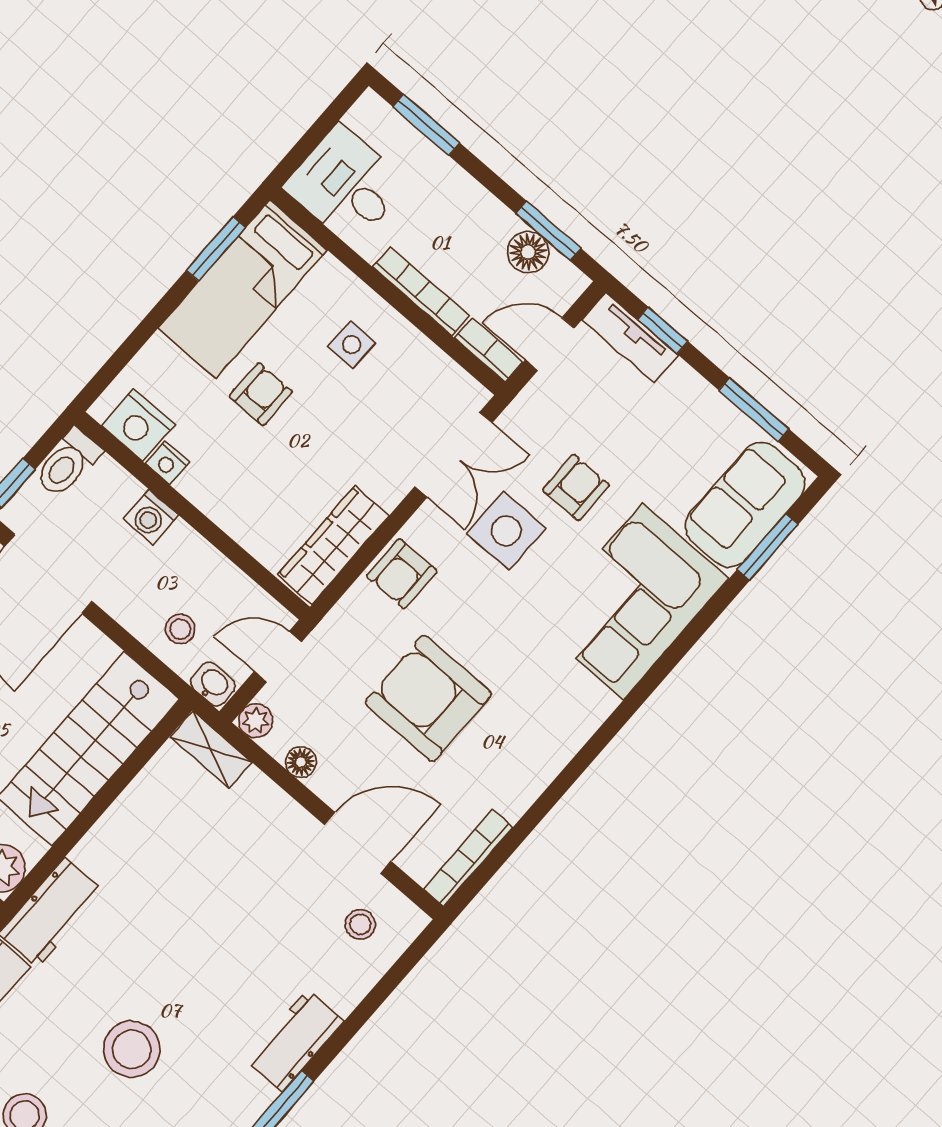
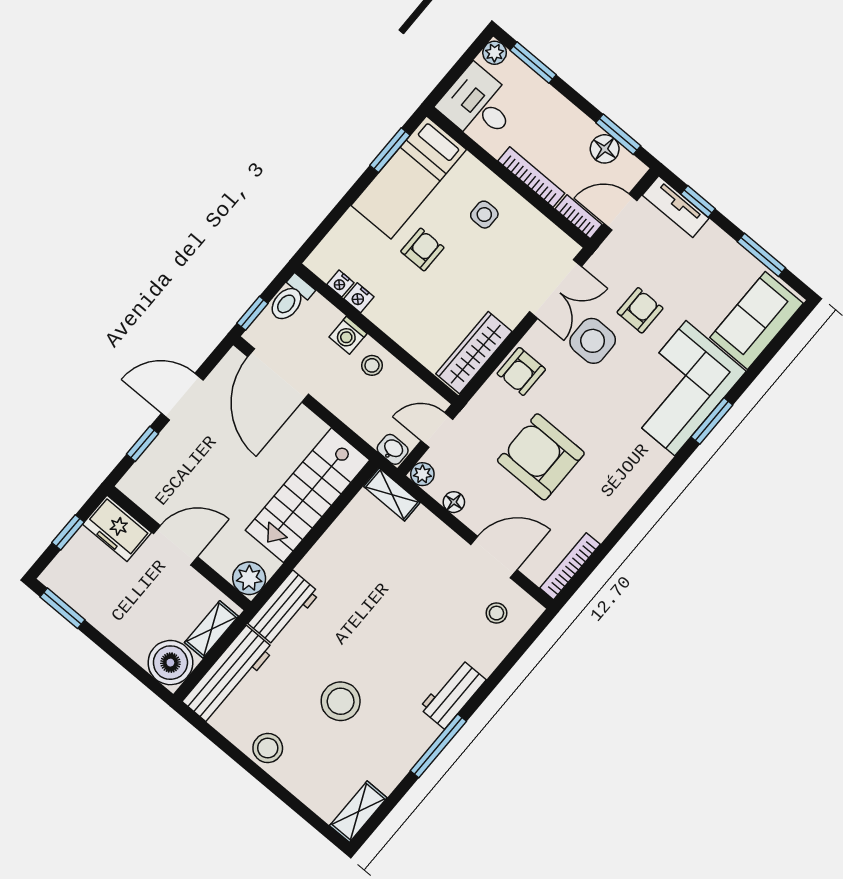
plant: (370, 110) -> (495, 53), added
nightstand: (138, 425) -> (340, 284), width x0.53, depth x0.56
window: (768, 547) -> (712, 421), moved
stool: (180, 629) -> (372, 365), moved

